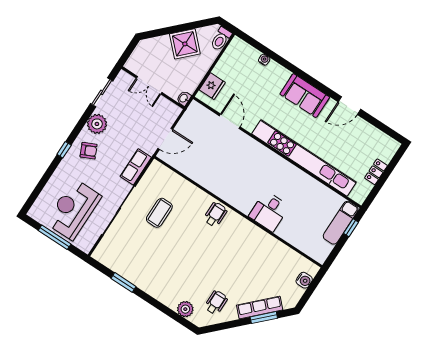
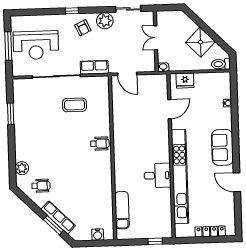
locker: (376, 172) -> (210, 231), width x1.53
reception desk: (73, 209) -> (36, 45), turned 180
desk: (269, 211) -> (157, 175), moved, turned 180
exam couch: (341, 223) -> (122, 210), moved, turned 90

